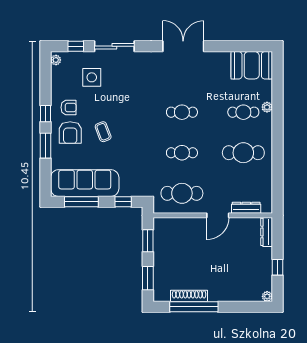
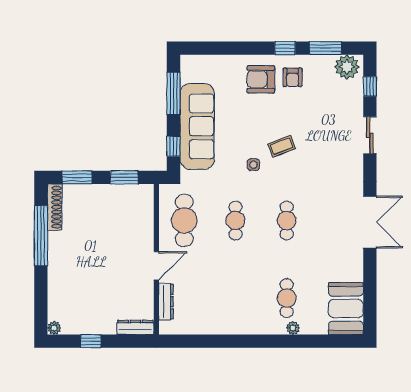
sliding door: (114, 46) -> (370, 135), width x0.73
plant: (56, 60) -> (347, 67), width x1.88, depth x1.88
side table: (92, 77) -> (253, 165), moved, width x0.54, depth x0.54
coffee table: (103, 132) -> (282, 146), moved
window: (45, 146) -> (325, 48), moved
cafe table: (243, 153) -> (235, 298), removed
sofa: (85, 183) -> (197, 126), moved
door: (218, 215) -> (156, 266), swing flipped
shoe rack: (189, 296) -> (55, 207), moved

